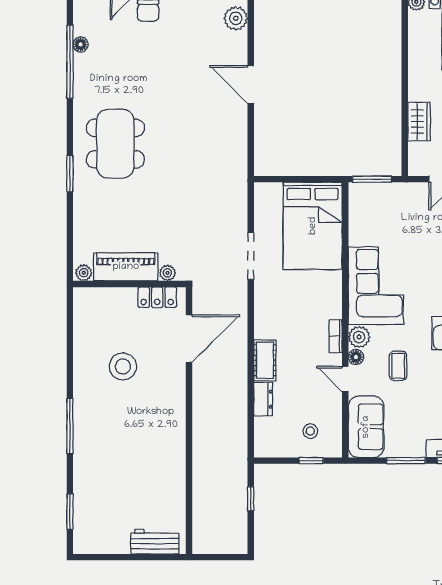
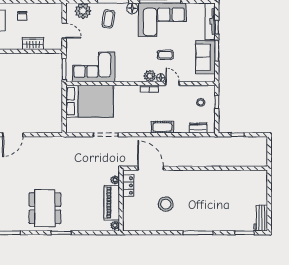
dining table: (115, 144) -> (45, 208), turned 90
corner sofa: (376, 286) -> (94, 67), moved
door: (345, 379) -> (172, 84), swing flipped
dresser: (263, 399) -> (198, 128), moved
sofa: (366, 427) -> (205, 57), moved, turned -90
workbench: (155, 542) -> (261, 218), moved

